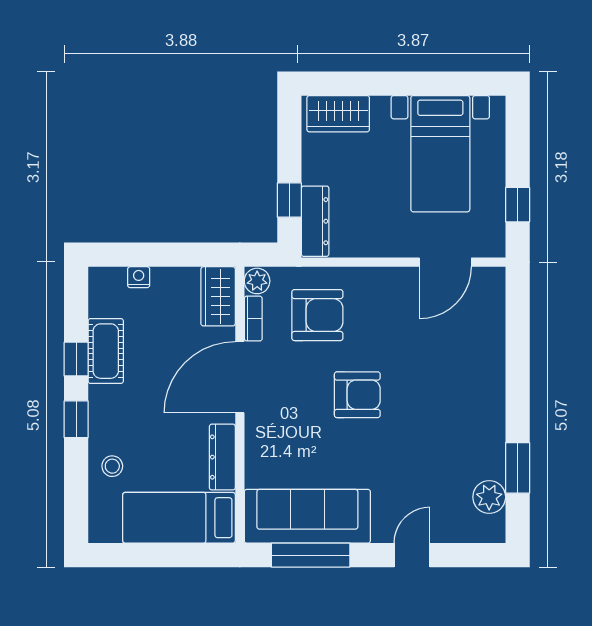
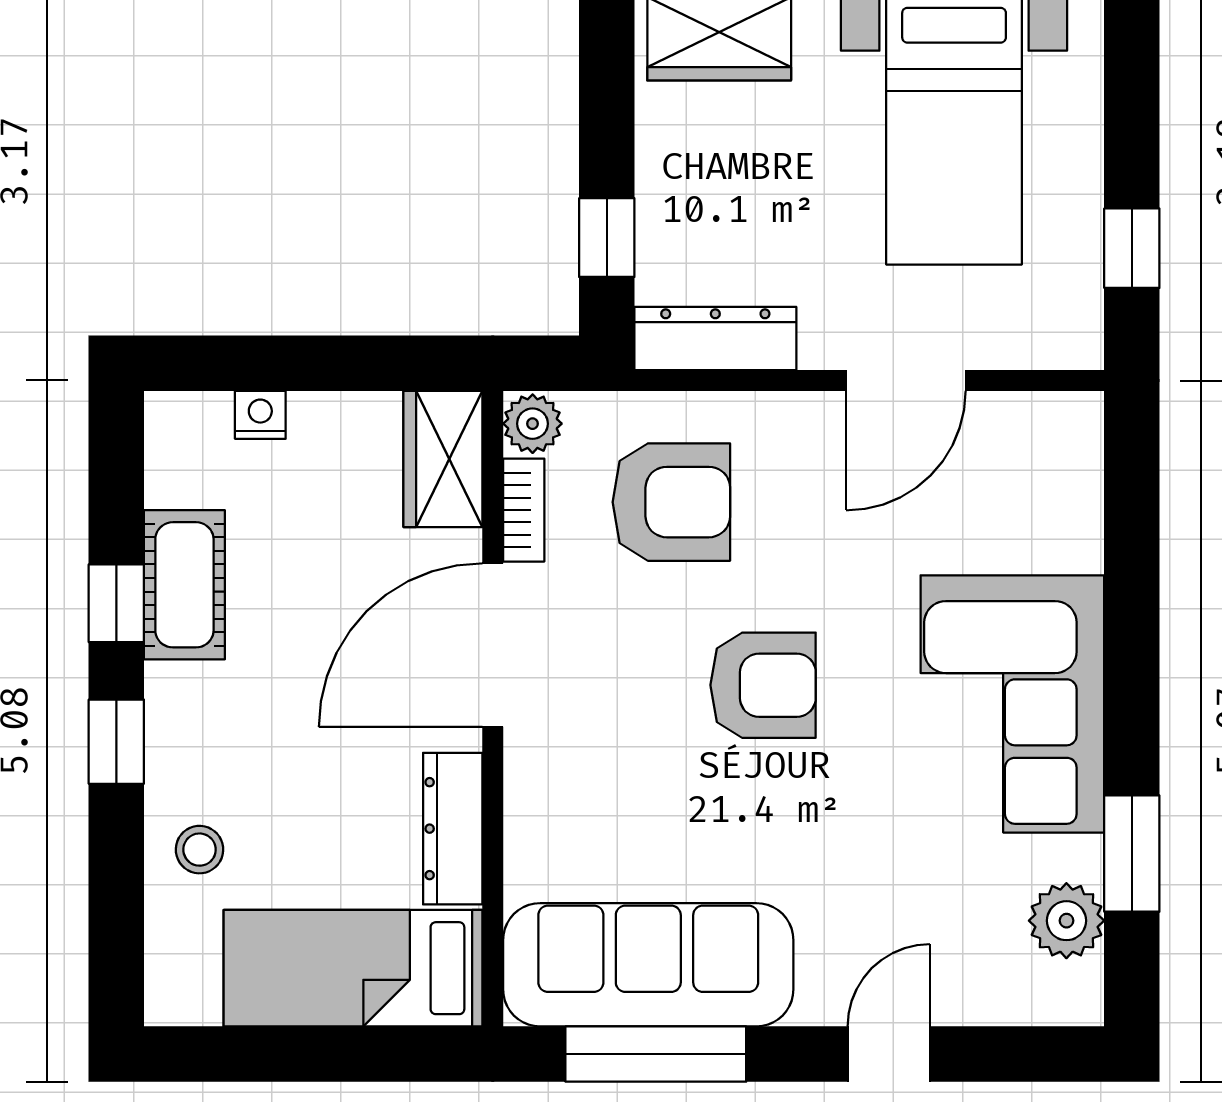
dresser: (315, 221) -> (715, 339), moved, turned -90
door: (445, 262) -> (906, 381), moved
corner sofa: (466, 403) -> (1012, 704), added

